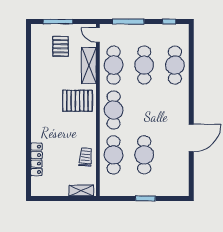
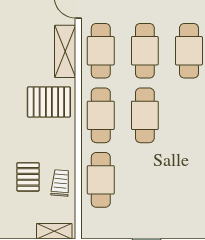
pallet: (61, 46) -> (28, 177), moved
cafe table: (144, 155) -> (145, 115), moved

